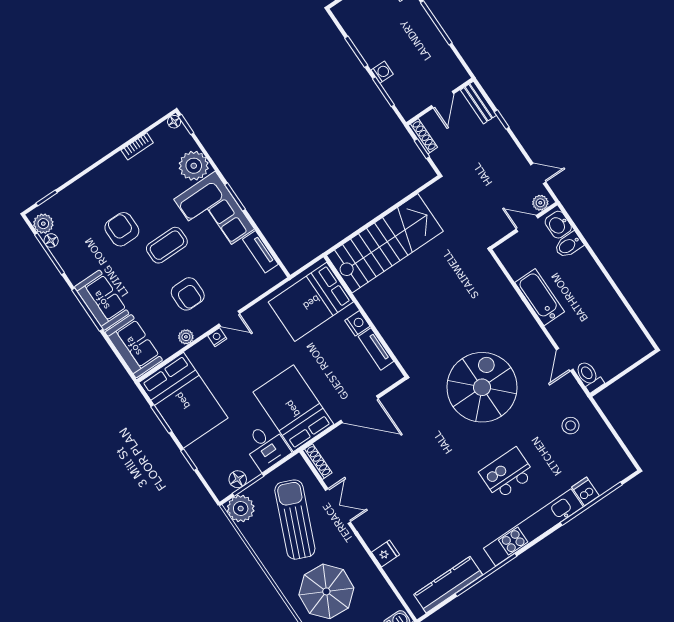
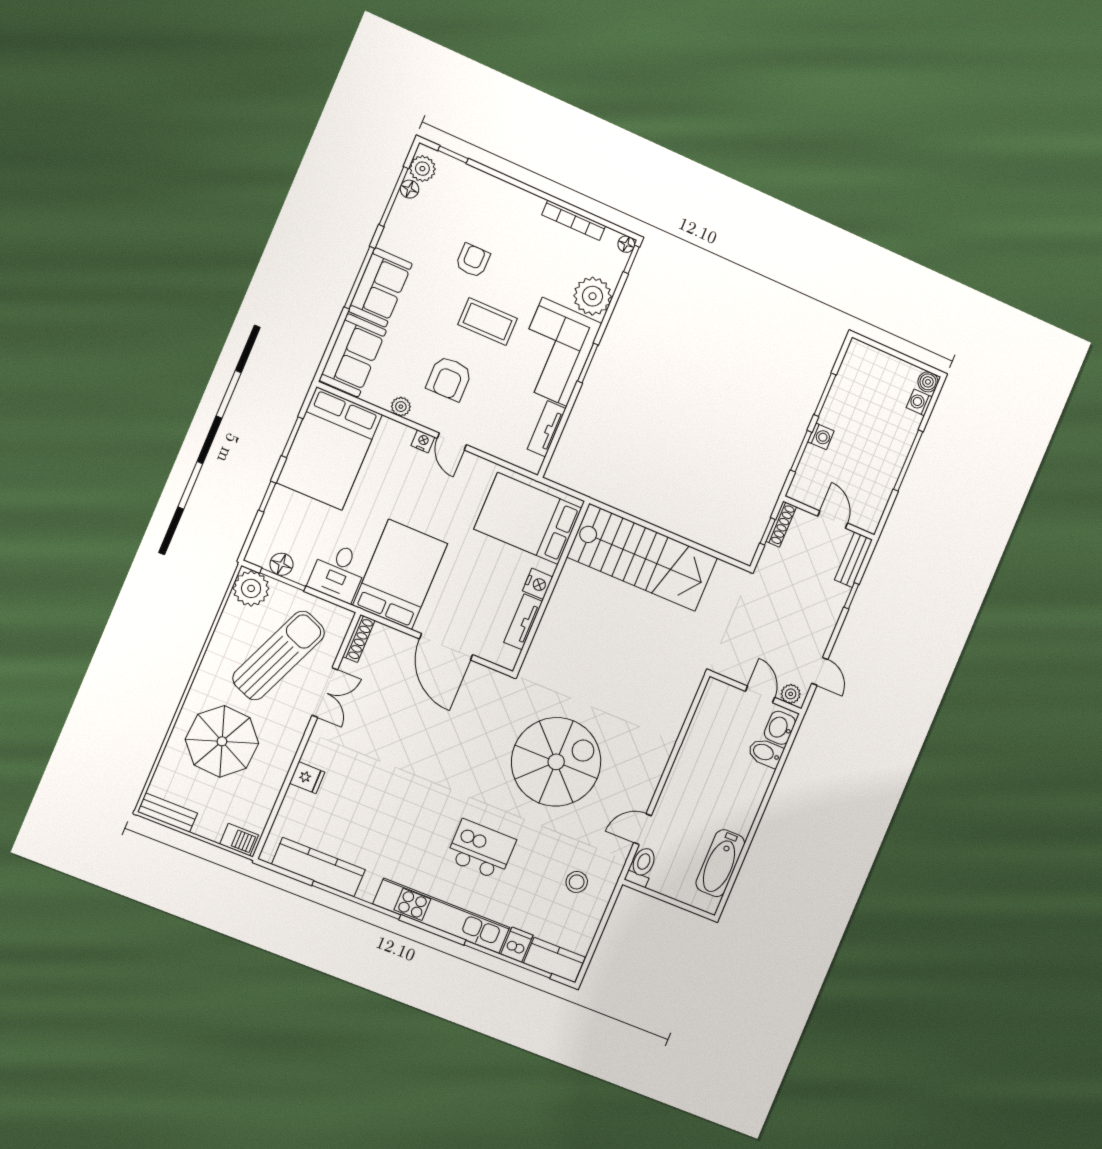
door: (443, 100) -> (833, 520), swing flipped
bookcase: (137, 146) -> (574, 220), width x1.56
armchair: (122, 229) -> (473, 261), width x0.72, depth x0.72
bathtub: (540, 297) -> (720, 863), moved, turned 180
kitchen counter: (613, 474) -> (554, 960), added

